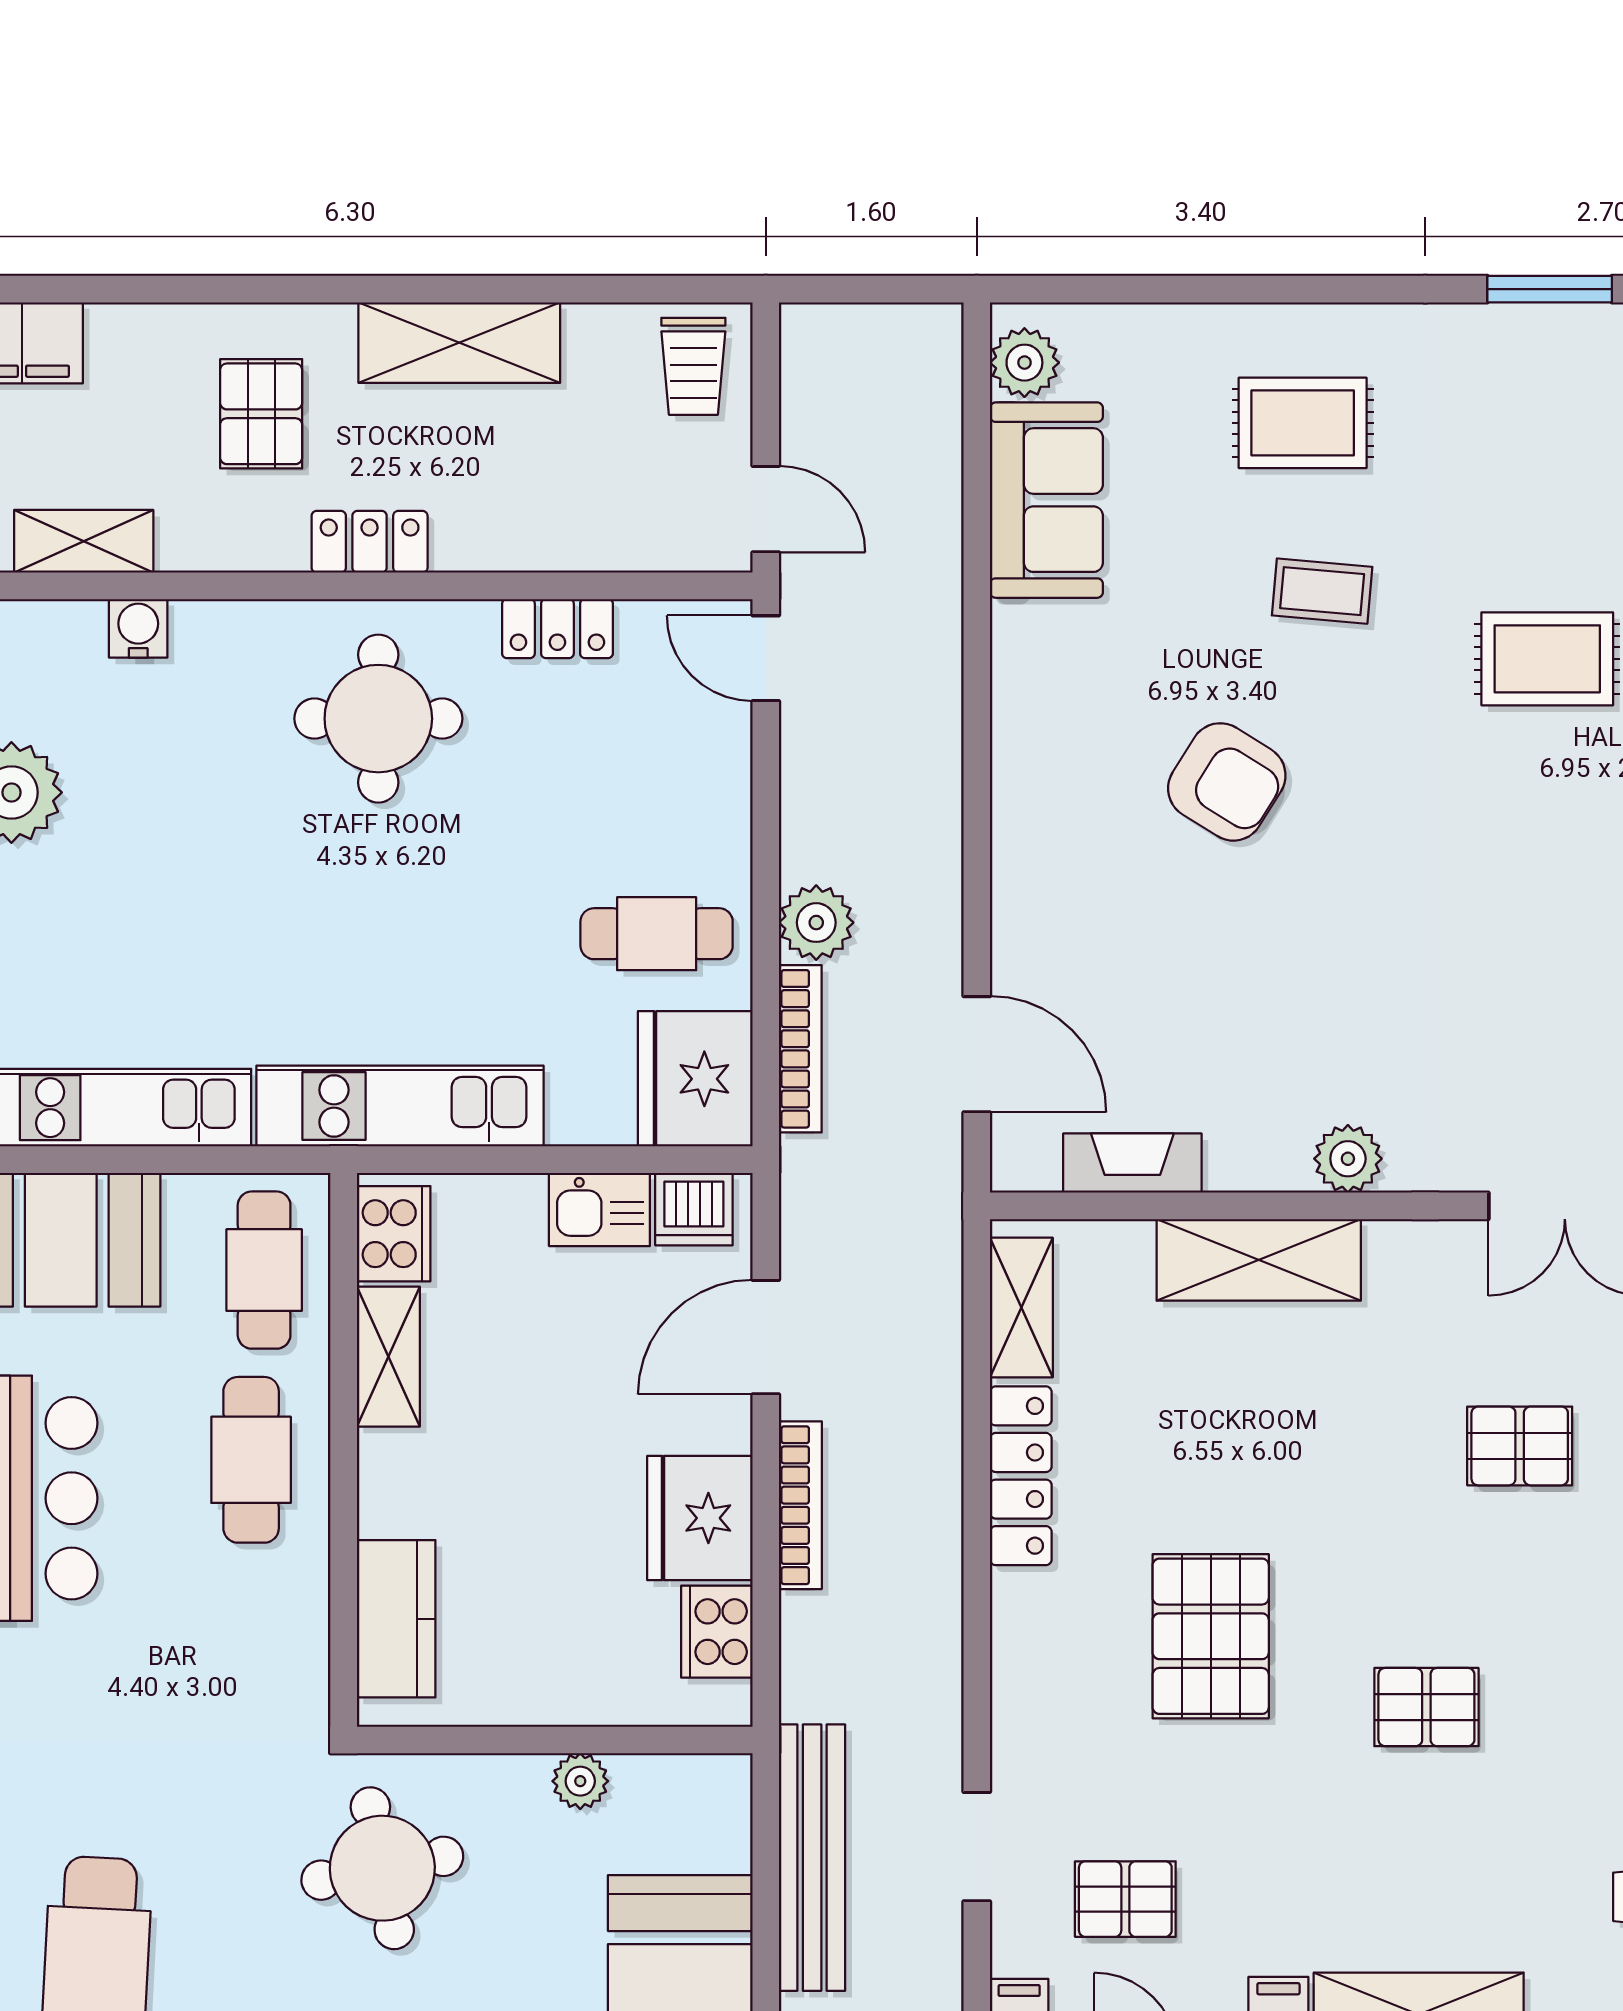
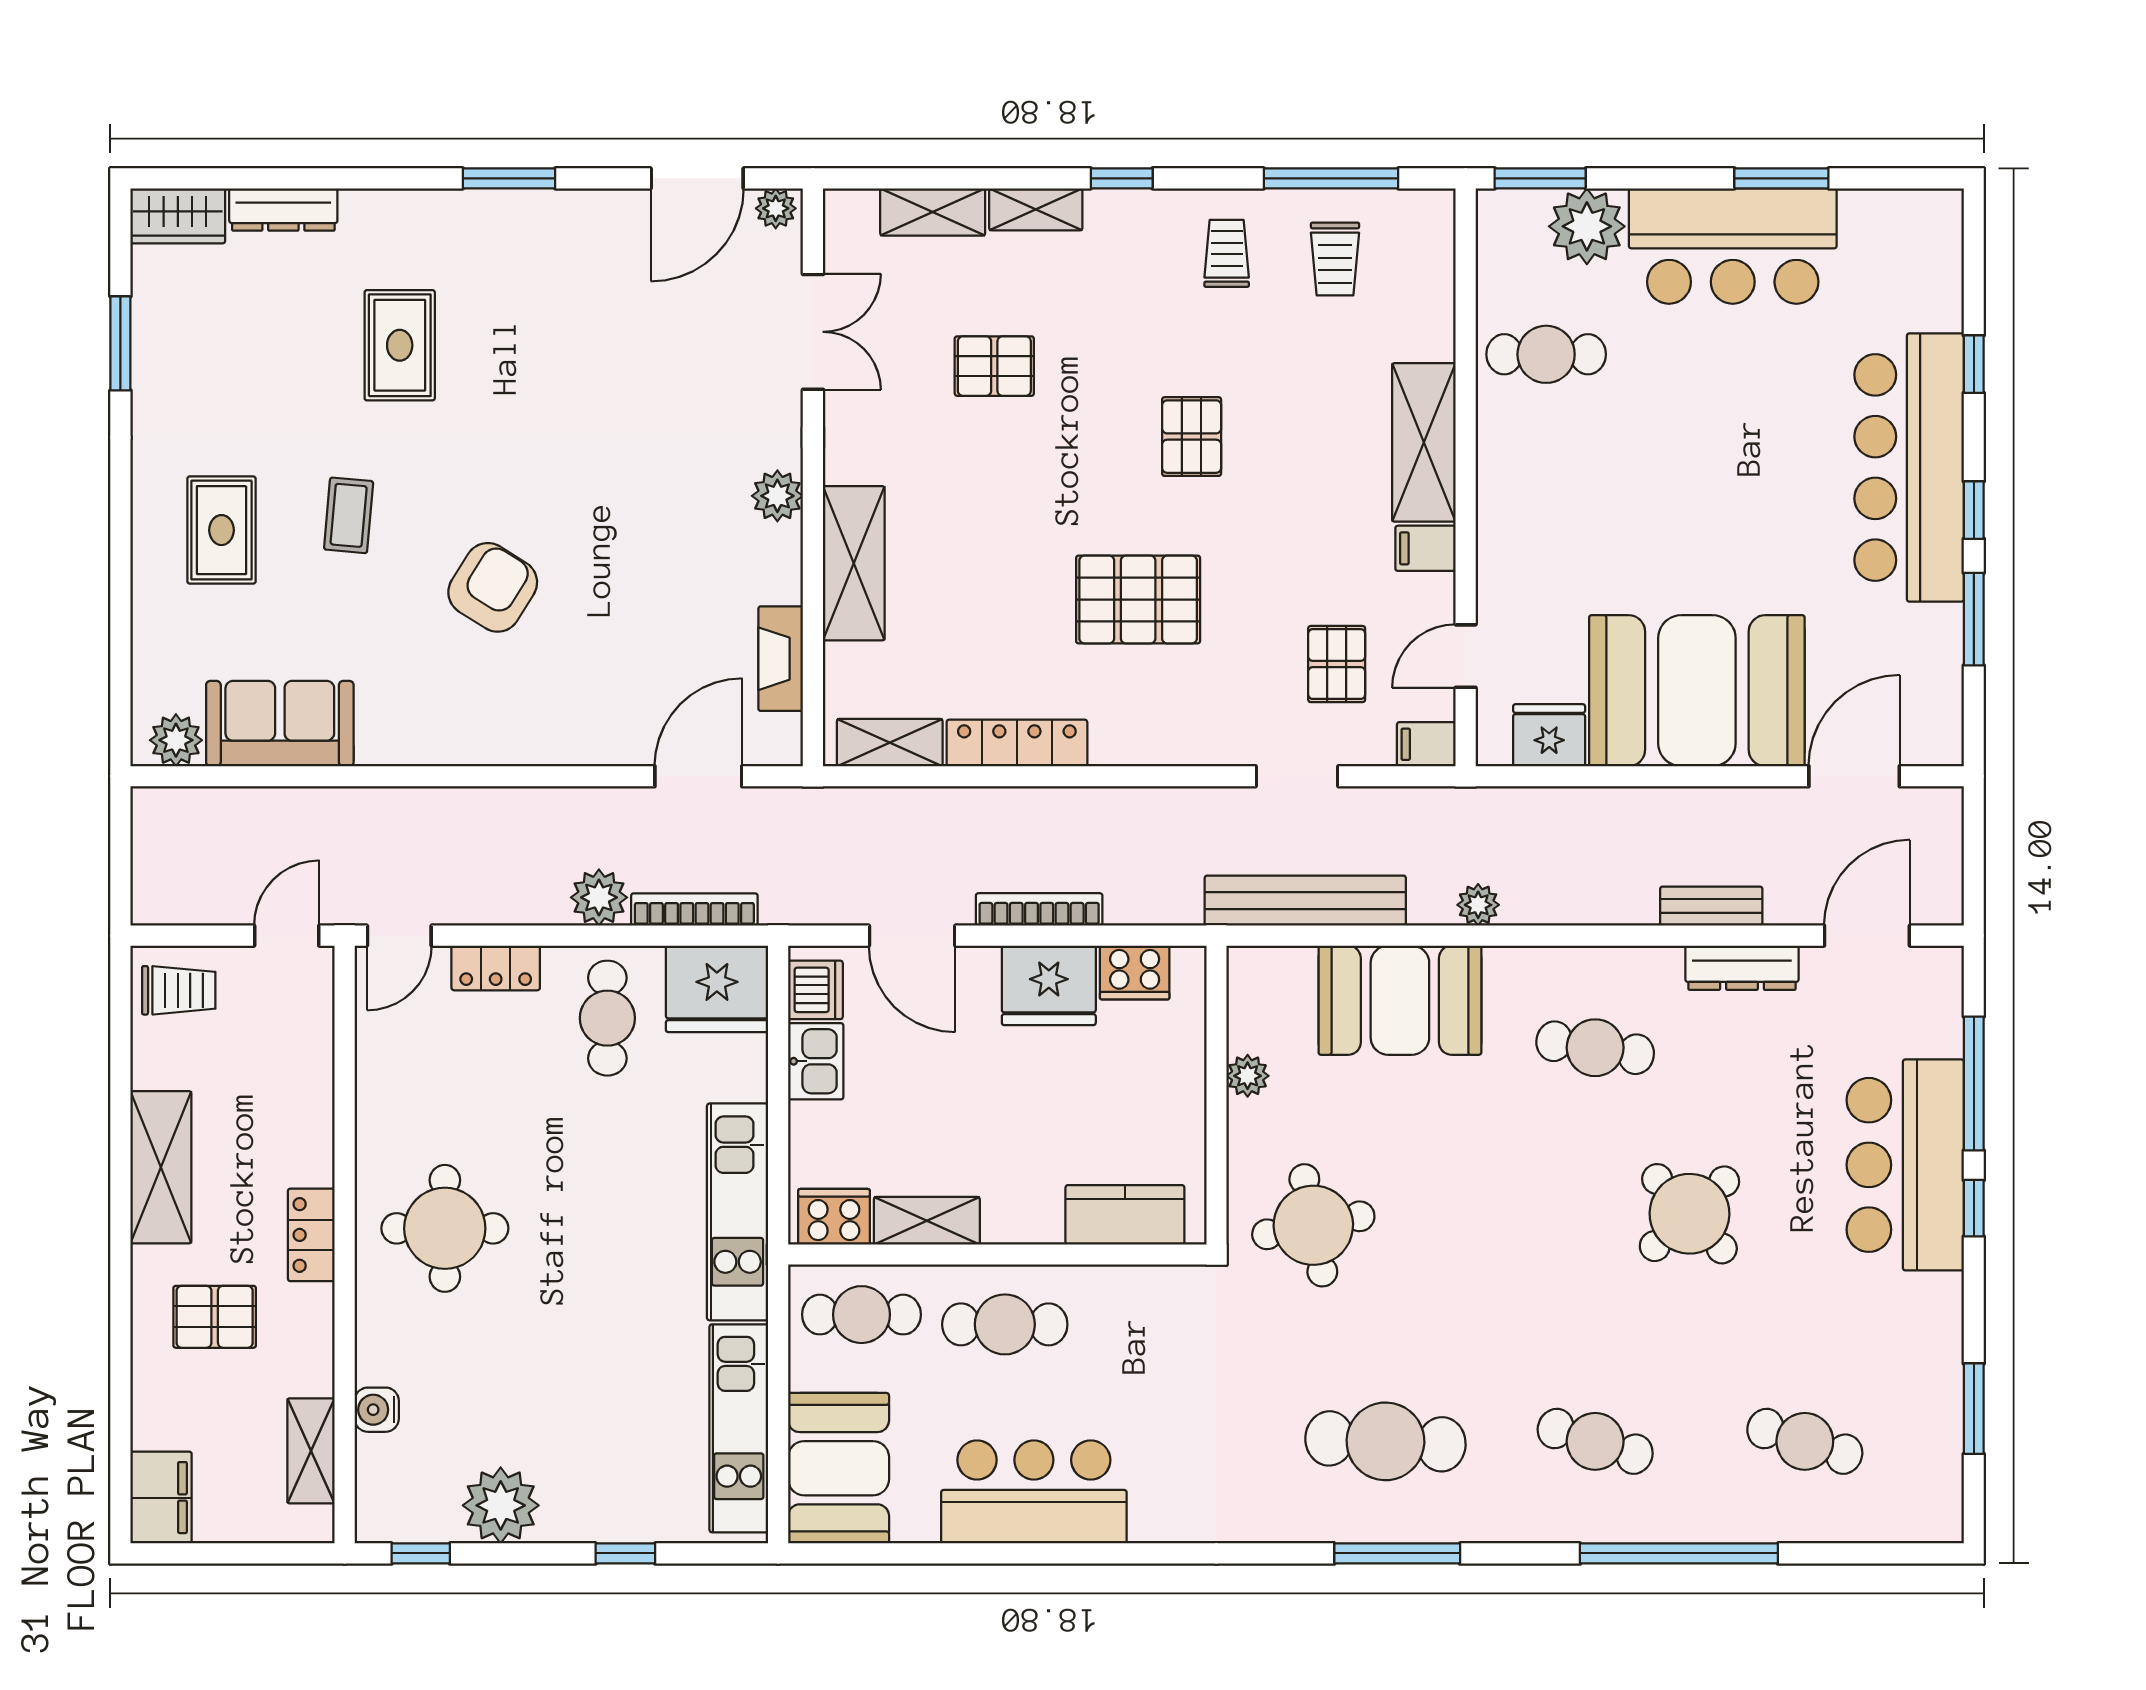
locker: (557, 629) -> (496, 968), moved, turned 90
pallet: (1520, 1446) -> (994, 366), turned 90

